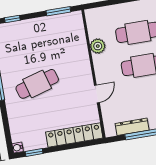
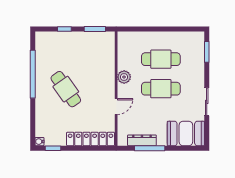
window: (12, 19) -> (64, 29), moved
plant: (98, 46) -> (124, 77), moved
cafe table: (37, 84) -> (66, 89), turned 71

